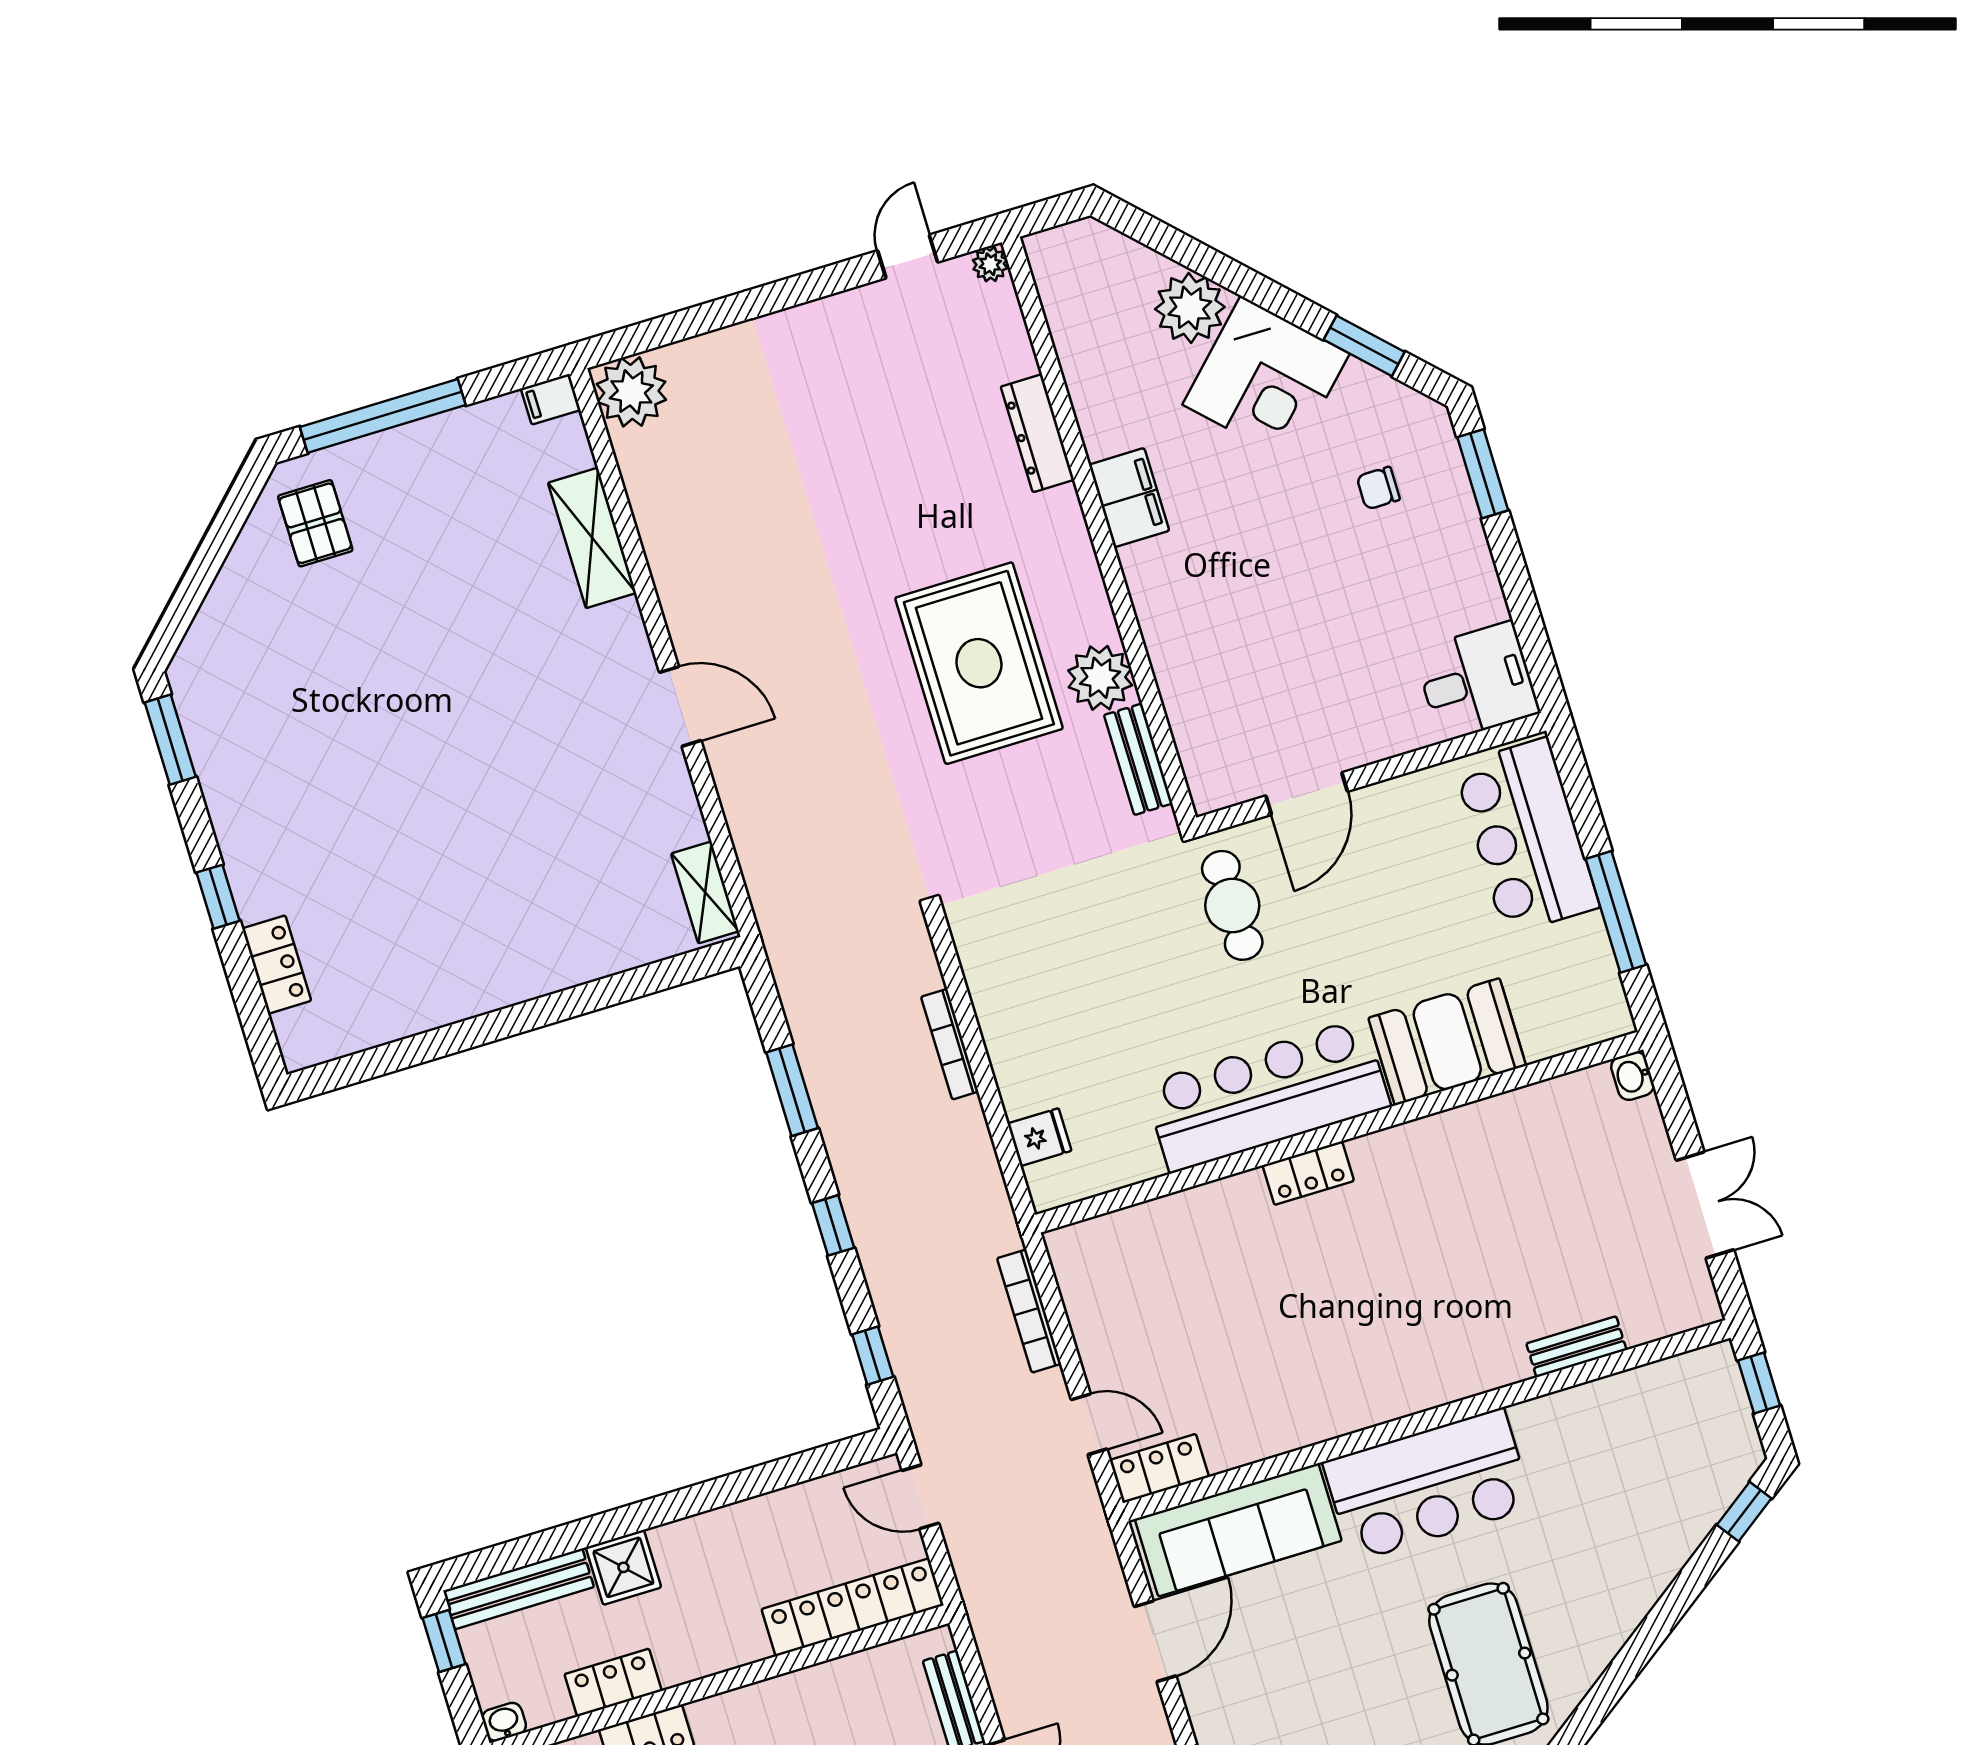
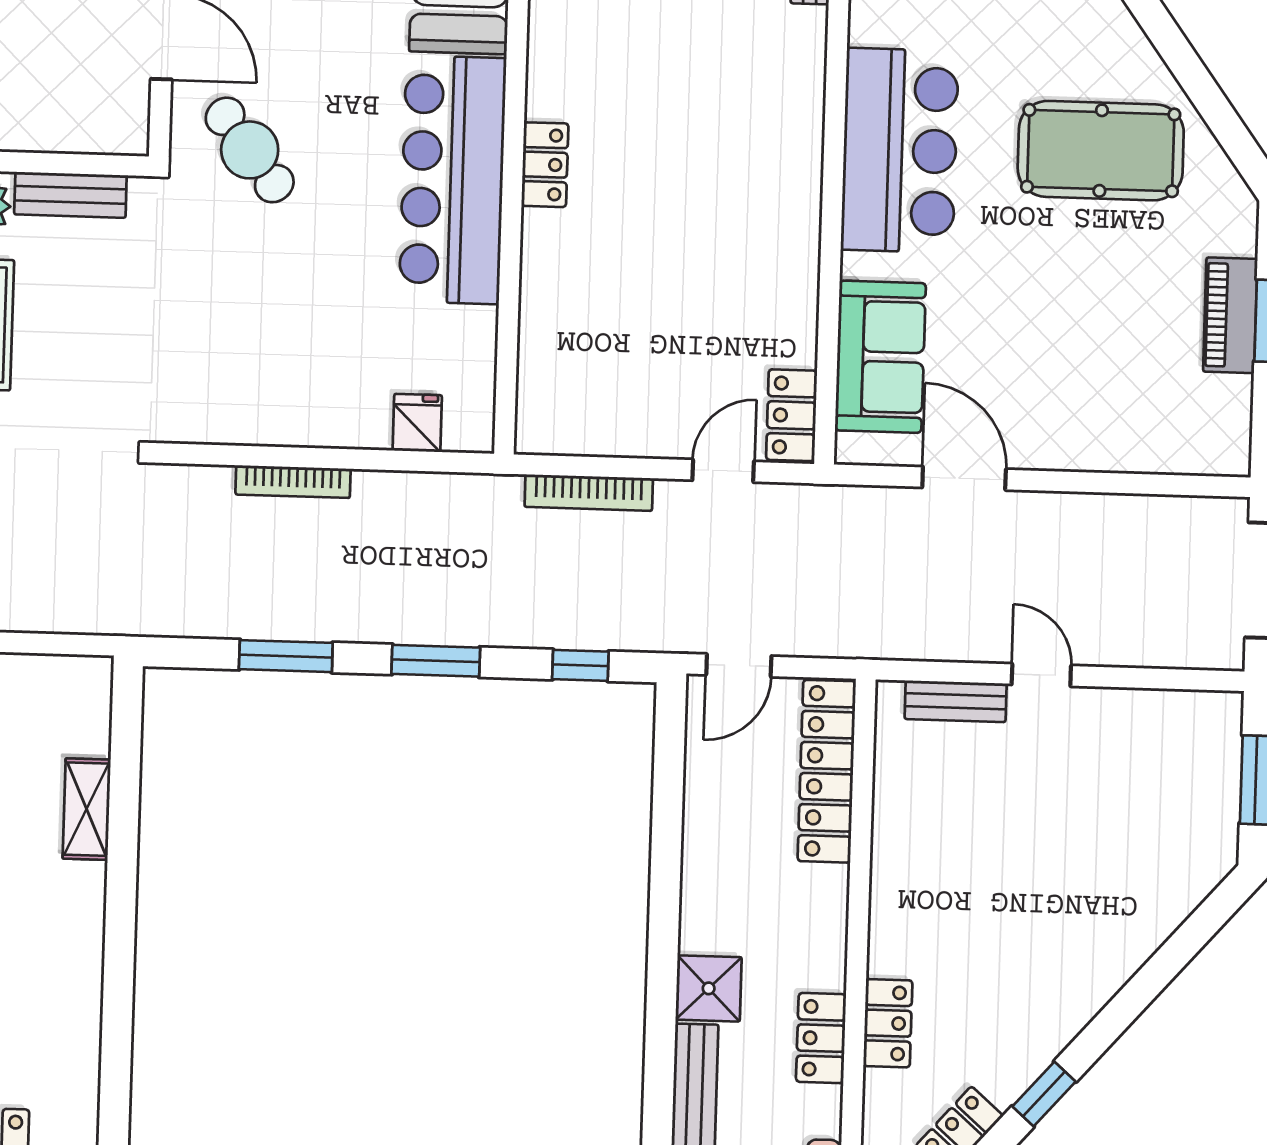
shelving: (705, 892) -> (87, 809), moved, turned 90
cafe table: (1232, 905) -> (250, 150), turned 52
window: (833, 1225) -> (436, 661), width x1.50
sofa: (1238, 1530) -> (880, 357), width x0.73

